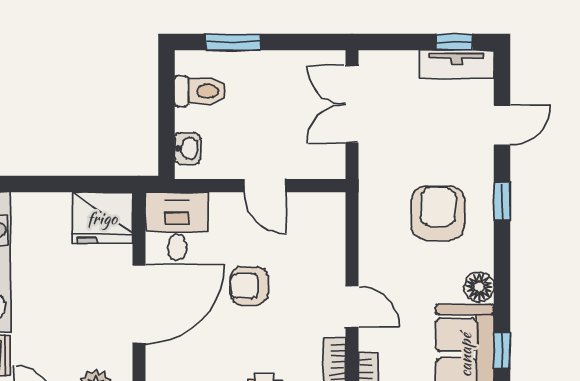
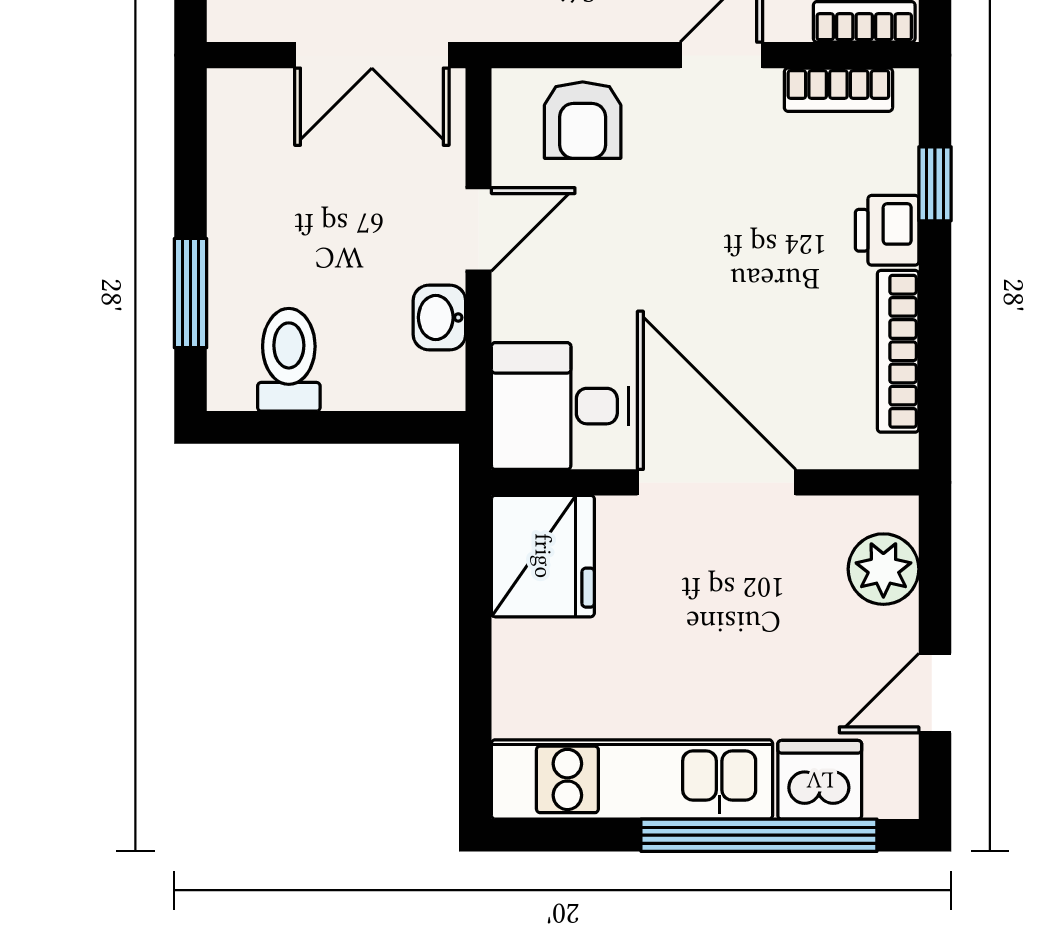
double door: (352, 104) -> (372, 55), moved
washbasin: (188, 148) -> (439, 317), moved, turned -90
armchair: (249, 286) -> (583, 120), moved

